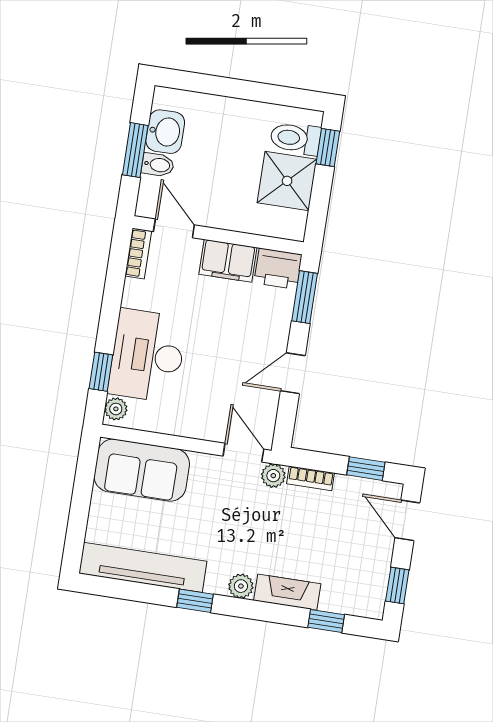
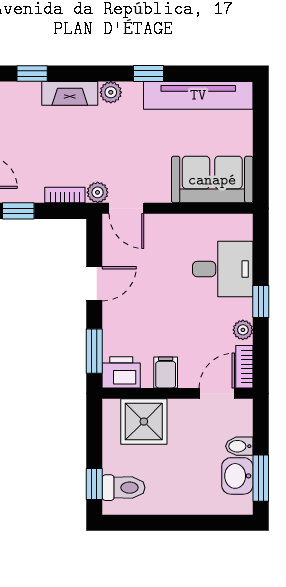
window: (135, 150) -> (261, 478), moved
shower: (287, 181) -> (144, 422), moved
door: (174, 228) -> (217, 393), swing flipped
filing cabinet: (228, 261) -> (166, 372), width x0.50
desk: (147, 356) -> (223, 269), width x0.73
window: (101, 372) -> (261, 302), moved
plant: (116, 409) -> (243, 330), moved

